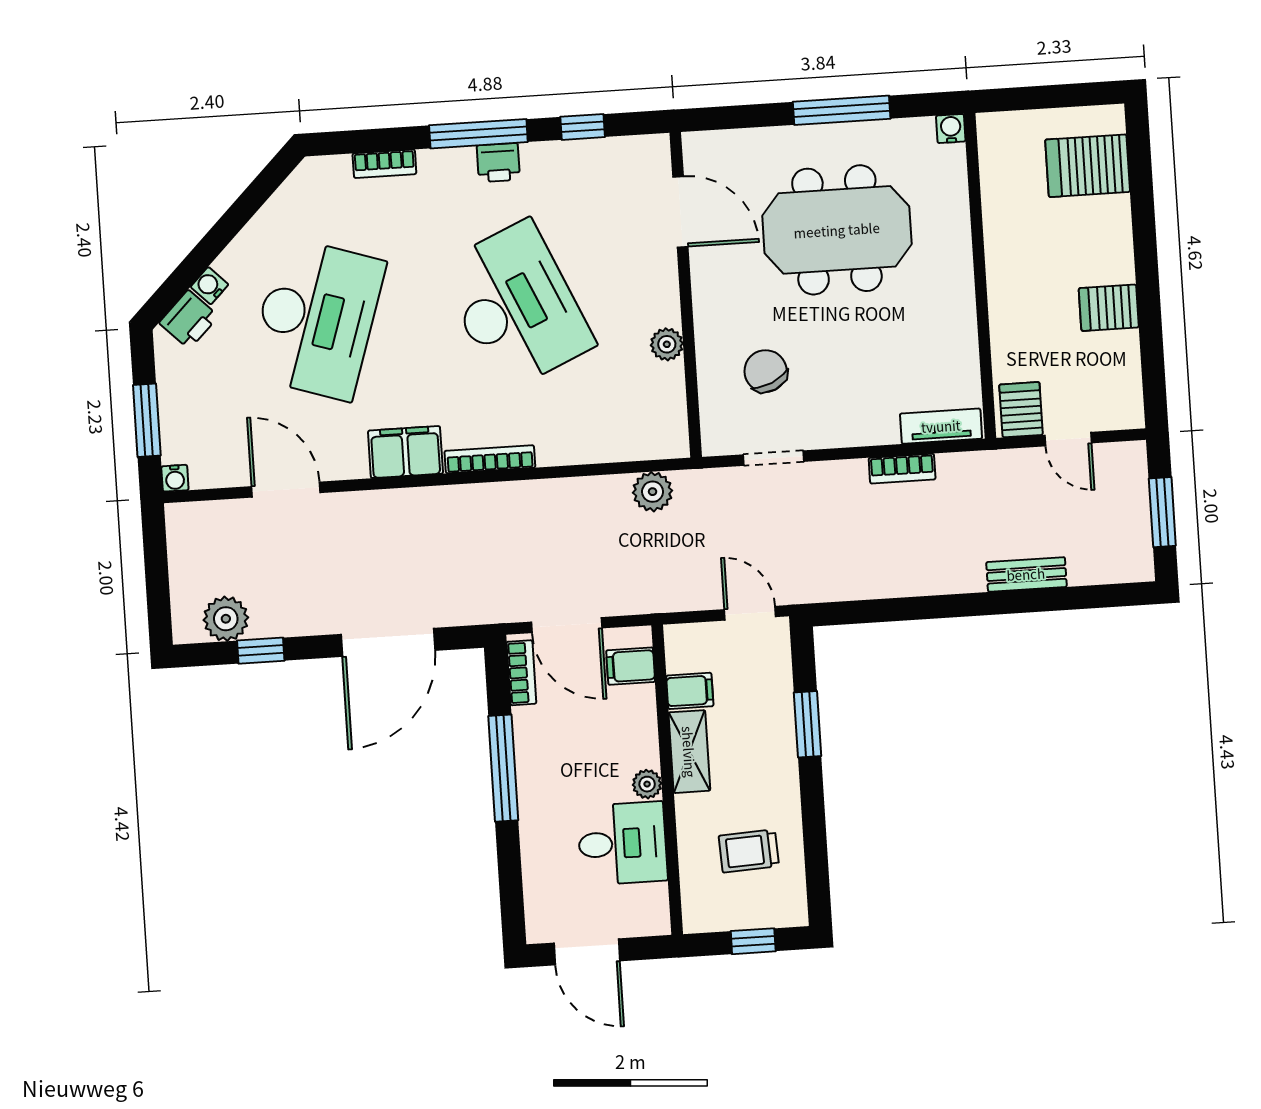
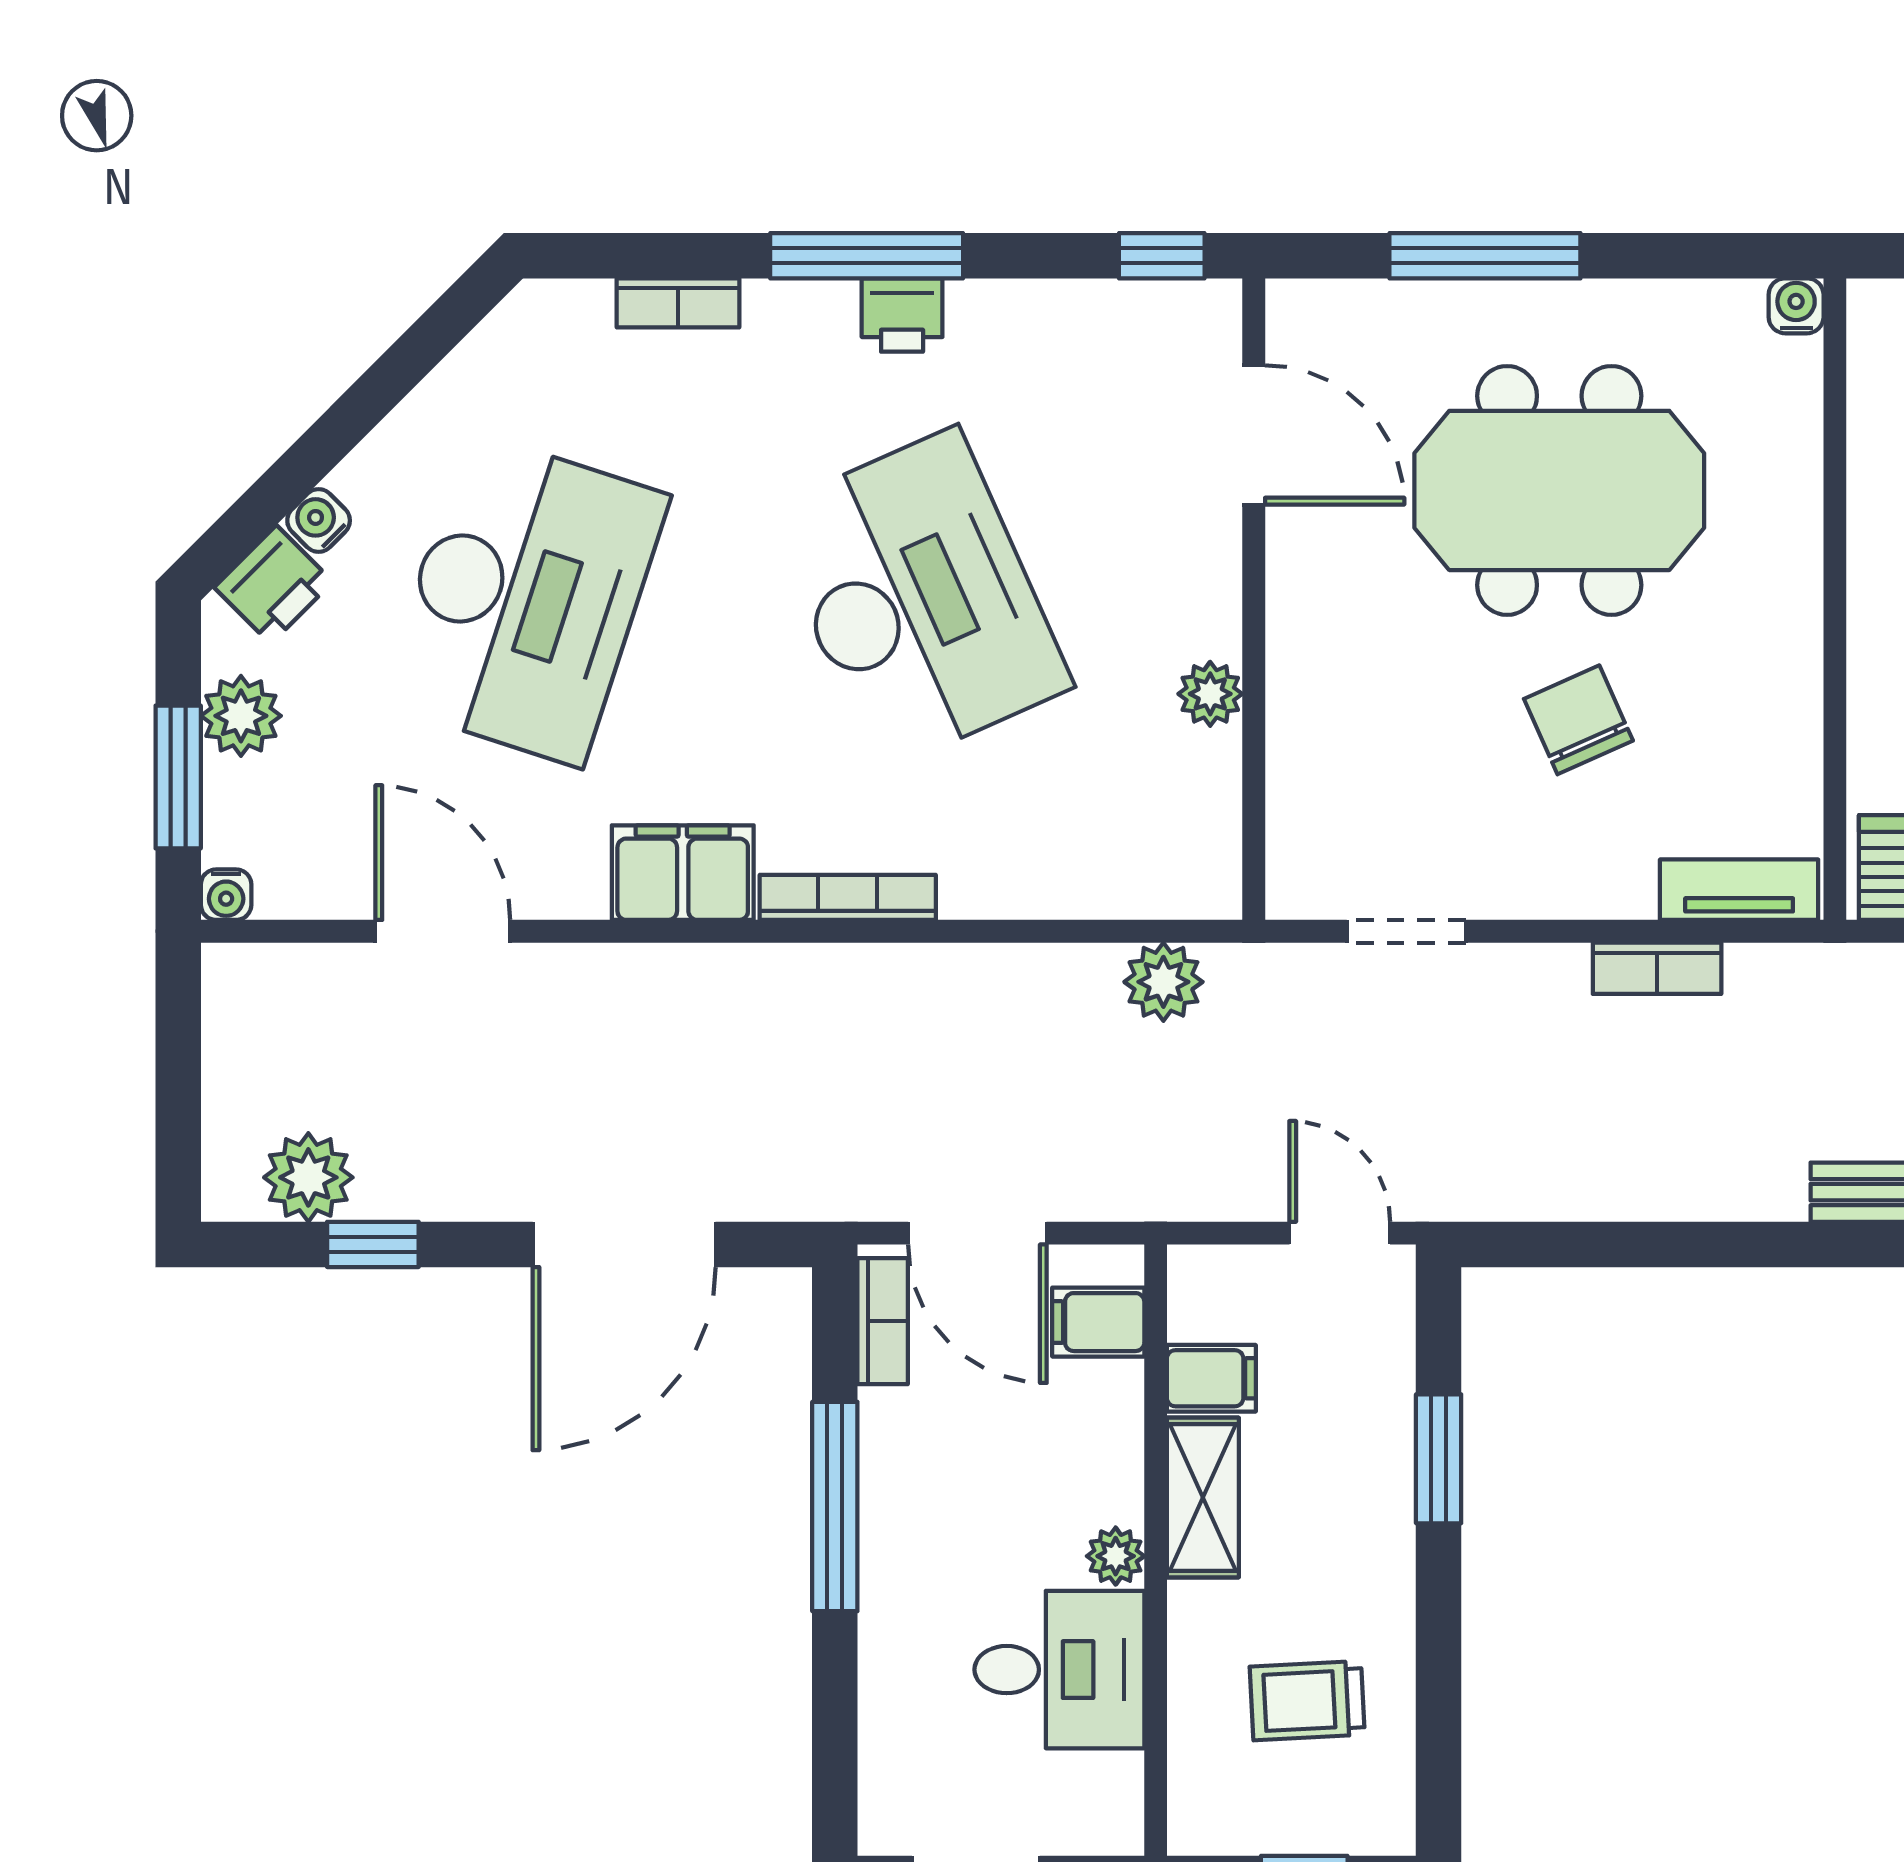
window: (842, 110) -> (1485, 256), moved
window: (583, 127) -> (1162, 256), moved
chair: (766, 371) -> (1578, 720), moved
plant: (177, 387) -> (241, 716), added

